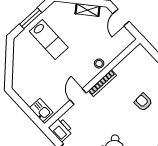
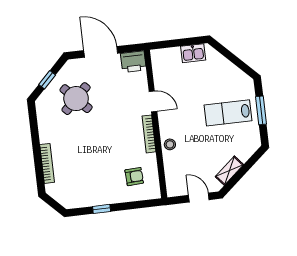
armchair: (143, 102) -> (134, 177), moved
kitchen sink: (41, 110) -> (193, 53), moved

